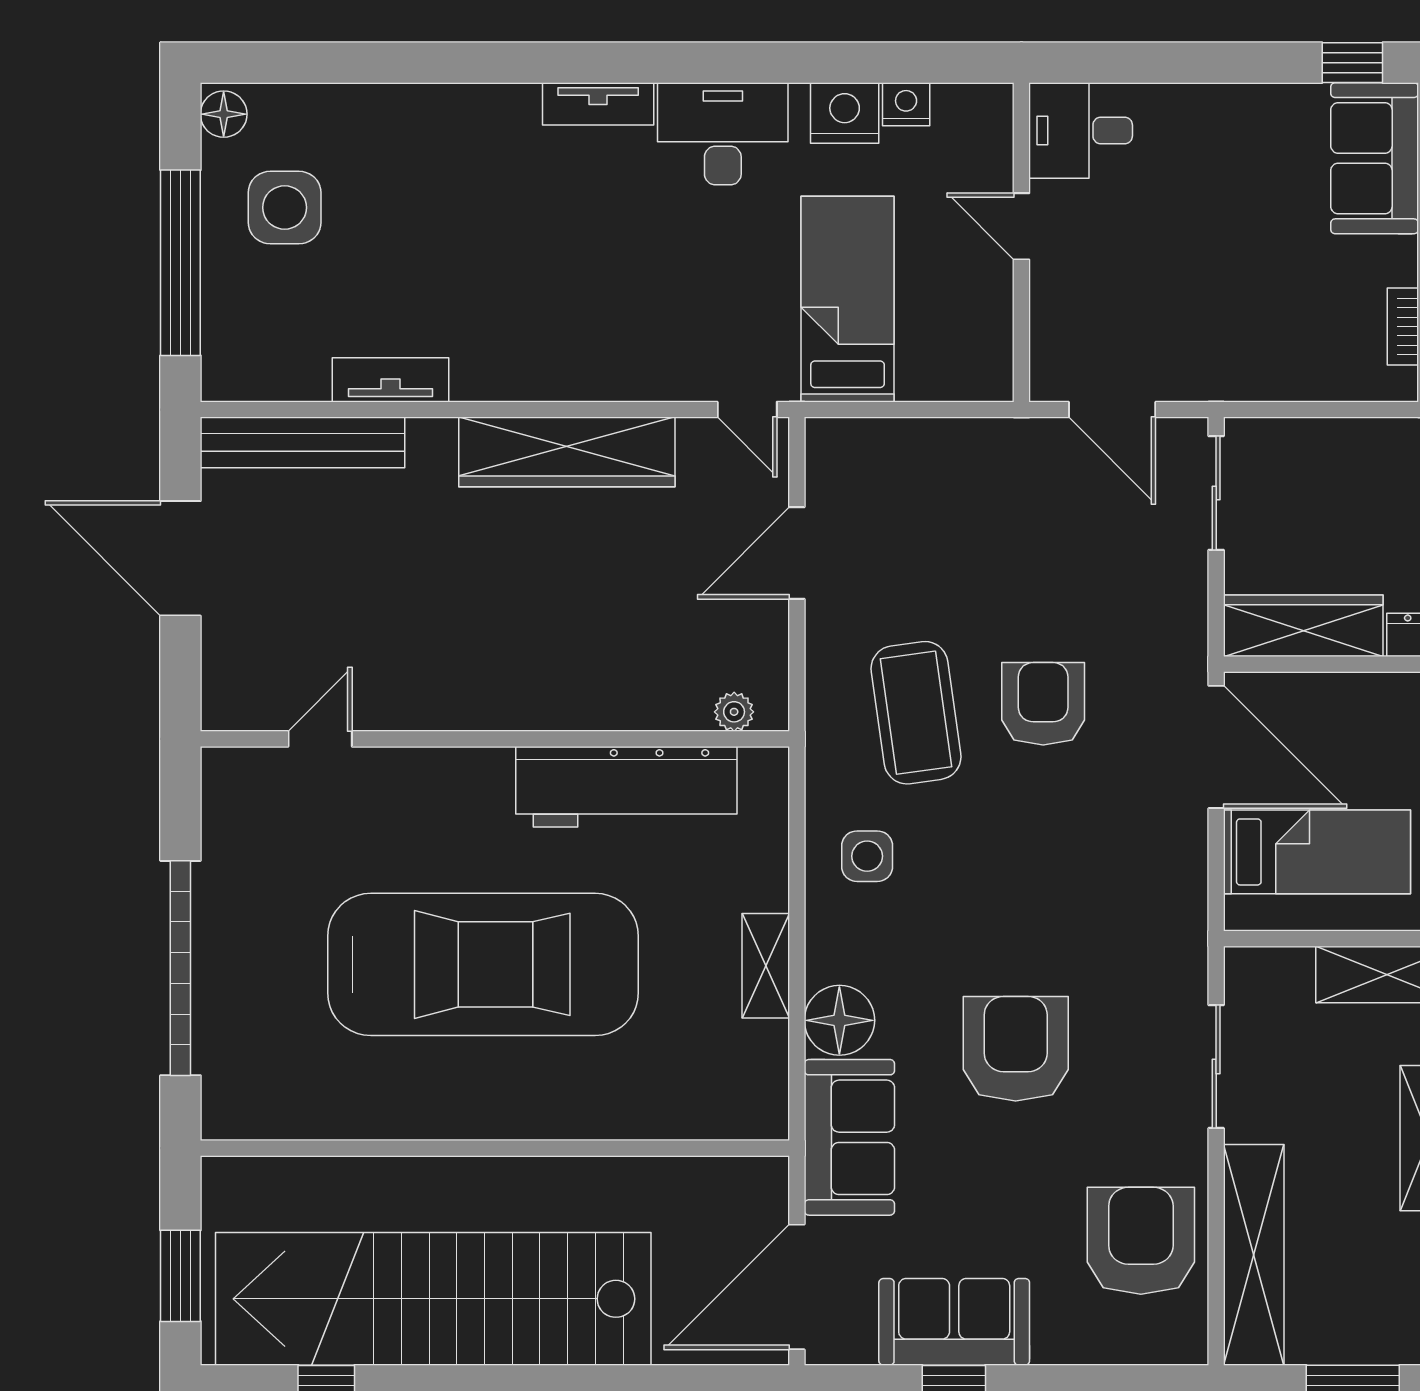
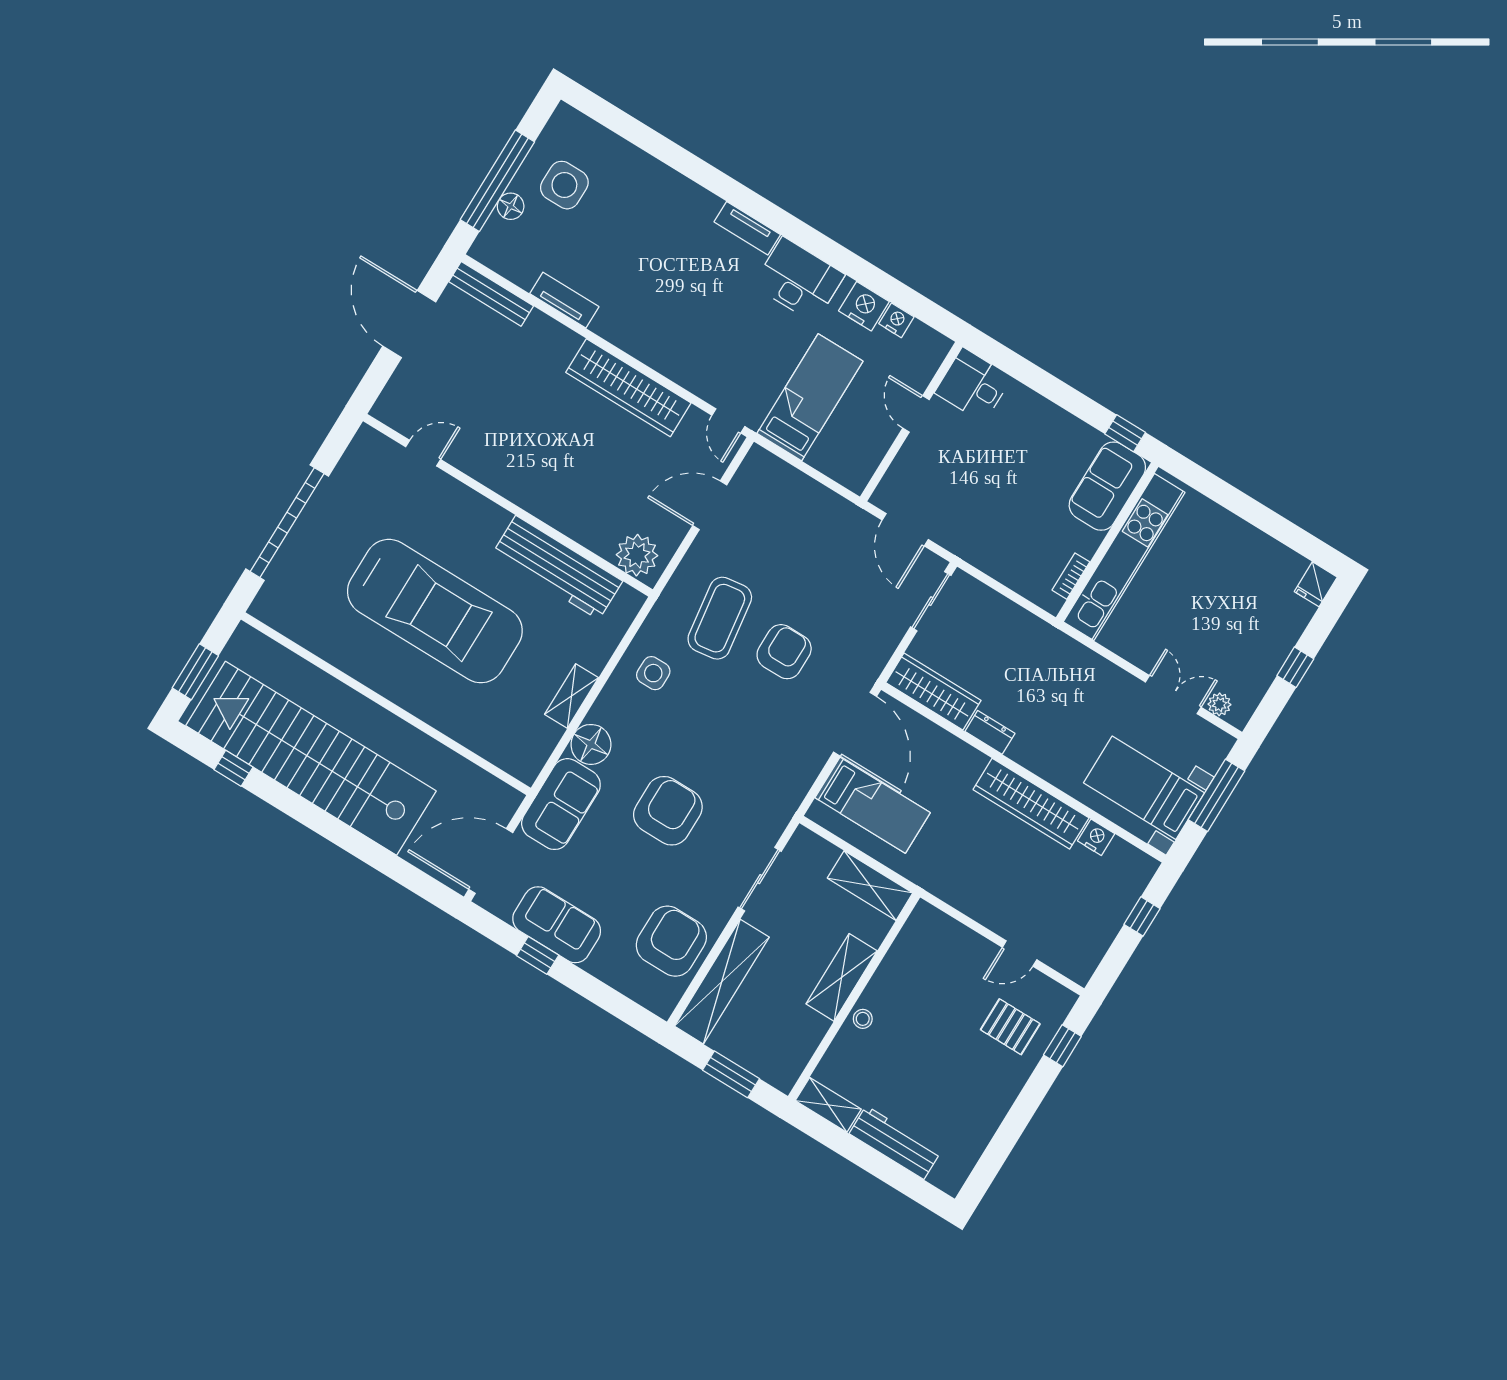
floor lamp: (224, 114) -> (511, 206), moved
bench: (302, 442) -> (491, 294), width x0.73, depth x0.82
plant: (734, 712) -> (637, 555), width x1.87, depth x1.87

